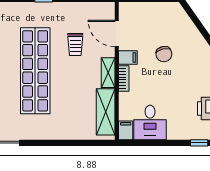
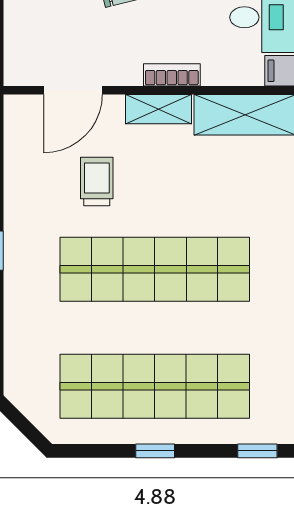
trolley: (75, 44) -> (97, 181), turned -90
filing cabinet: (128, 58) -> (125, 66), removed

